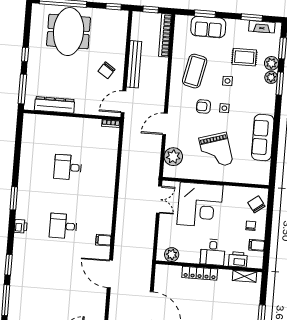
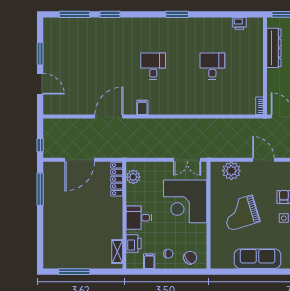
printer: (21, 226) -> (239, 23), moved
locker: (200, 273) -> (117, 179), moved

